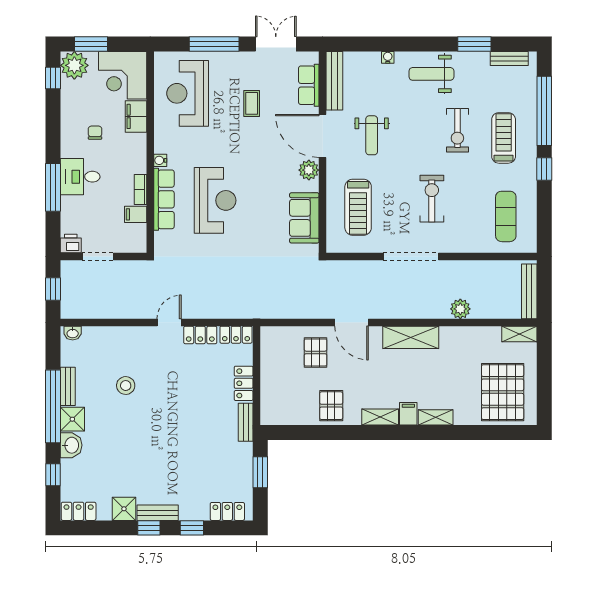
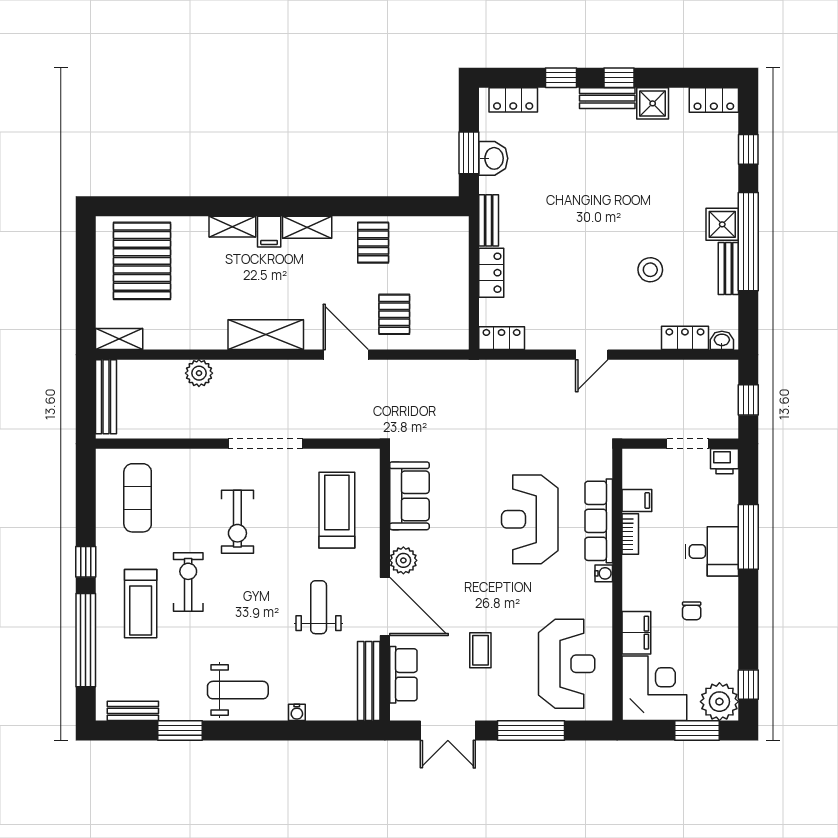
exercise bike: (457, 130) -> (188, 582), moved
locker: (200, 335) -> (685, 338), moved
washbasin: (71, 445) -> (493, 158), moved, turned 180

